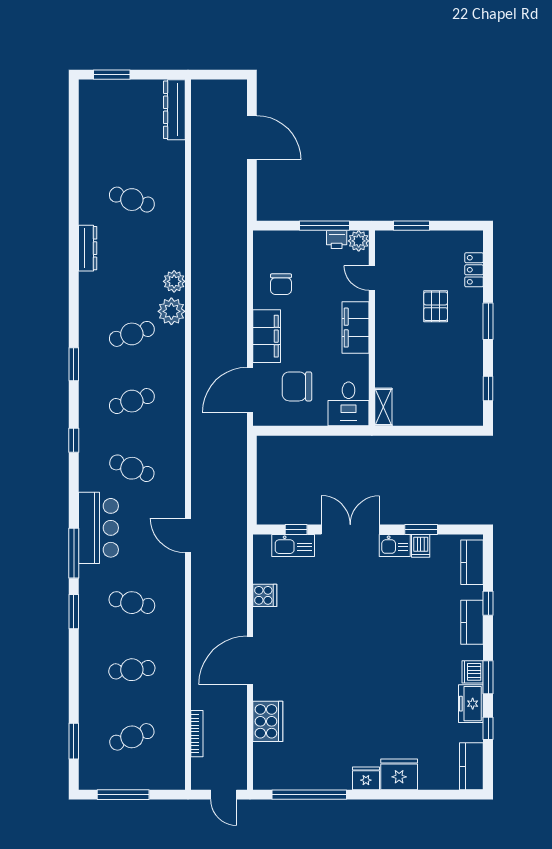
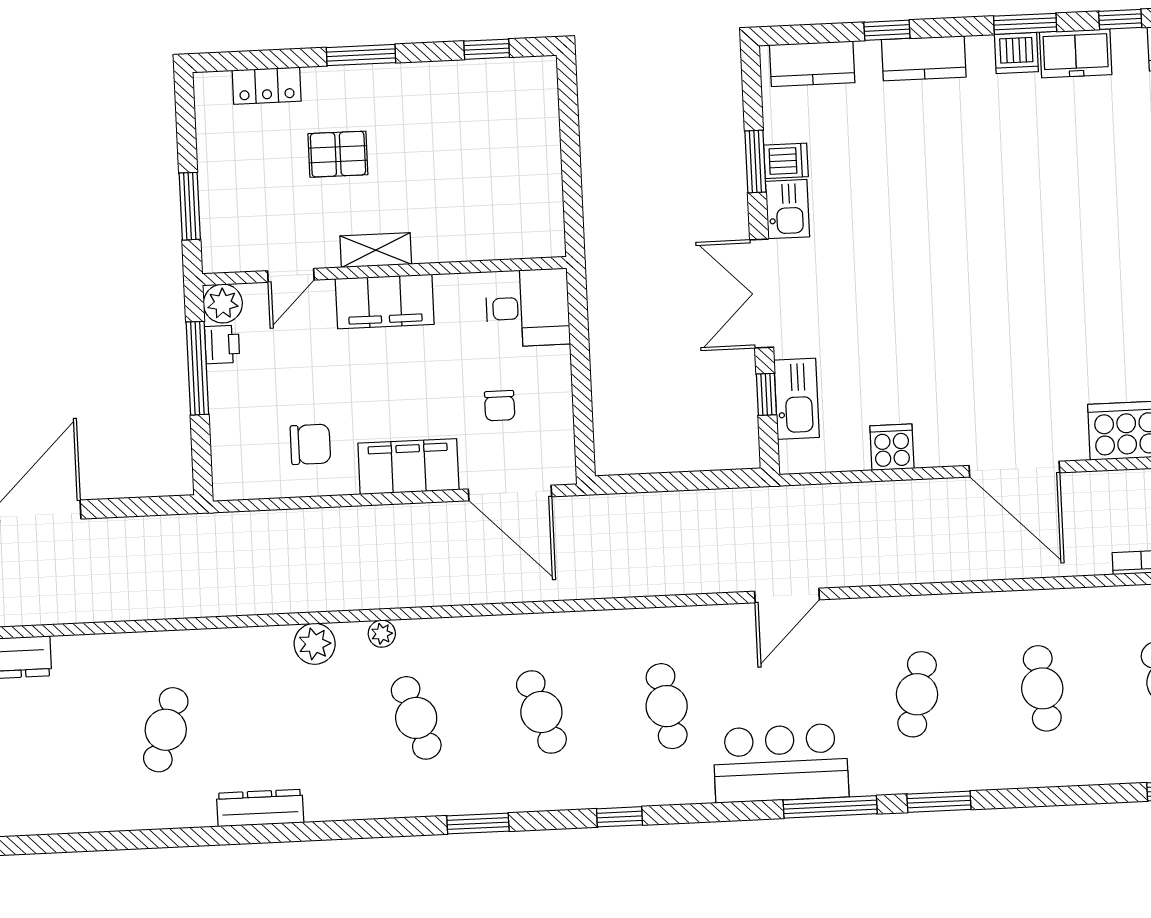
plant: (171, 311) -> (382, 634), width x0.53, depth x0.53
chair: (297, 386) -> (500, 406), width x0.54, depth x0.54
shelving: (383, 407) -> (376, 250), moved
cafe table: (132, 468) -> (667, 706), turned -30

